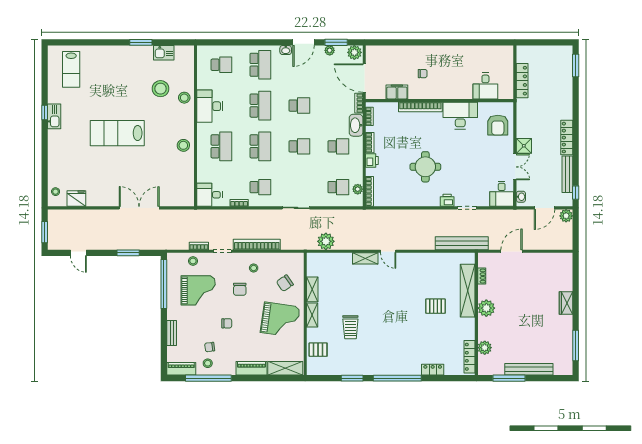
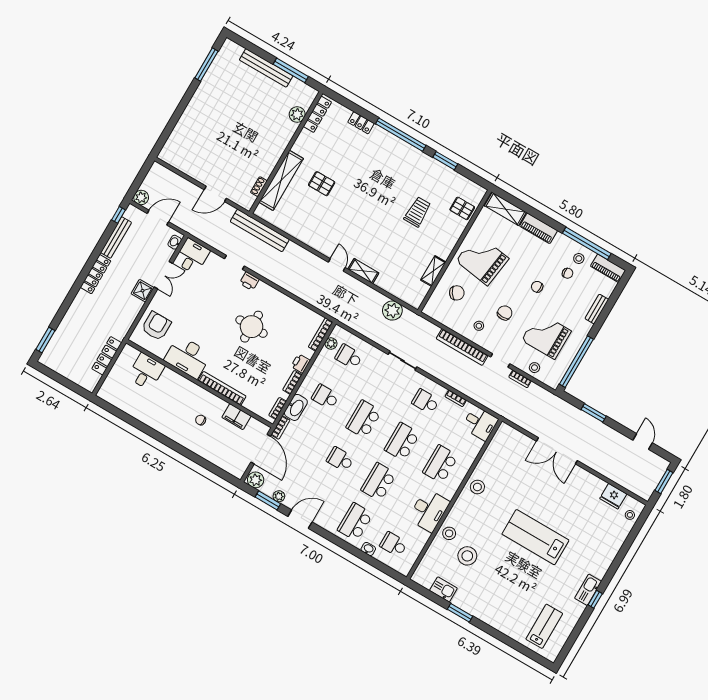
washbasin: (286, 50) -> (368, 549), moved
lab bench: (117, 133) -> (535, 537), turned 180
school desk: (299, 146) -> (364, 419), width x1.85
double door: (515, 167) -> (163, 275), swing flipped
wardrobe: (566, 303) -> (192, 112), removed
plant: (486, 308) -> (273, 152), removed
shelving: (312, 315) -> (448, 246), removed

